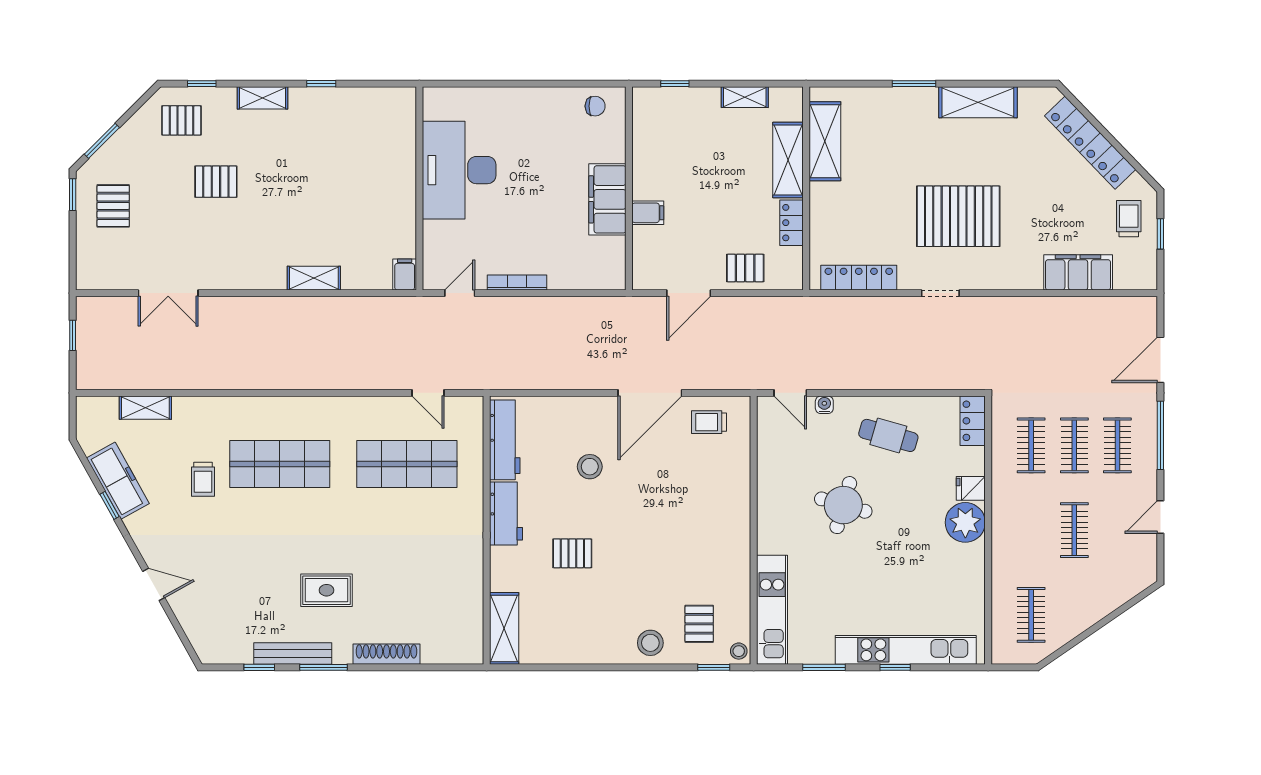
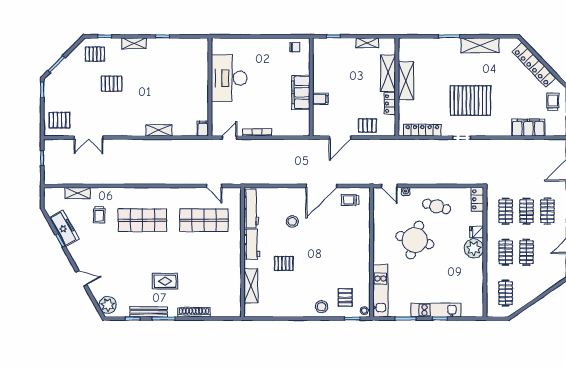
shelving: (825, 141) -> (406, 81), moved
pallet: (113, 206) -> (60, 120), moved, turned 90
trolley: (203, 479) -> (99, 215), moved
round table: (843, 505) -> (415, 240), width x1.36, depth x1.36
clothes rail: (1031, 530) -> (506, 252), added
shelving: (504, 628) -> (251, 286), moved
plant: (208, 639) -> (108, 305), added
kitchen unit: (906, 650) -> (436, 310), width x0.73

